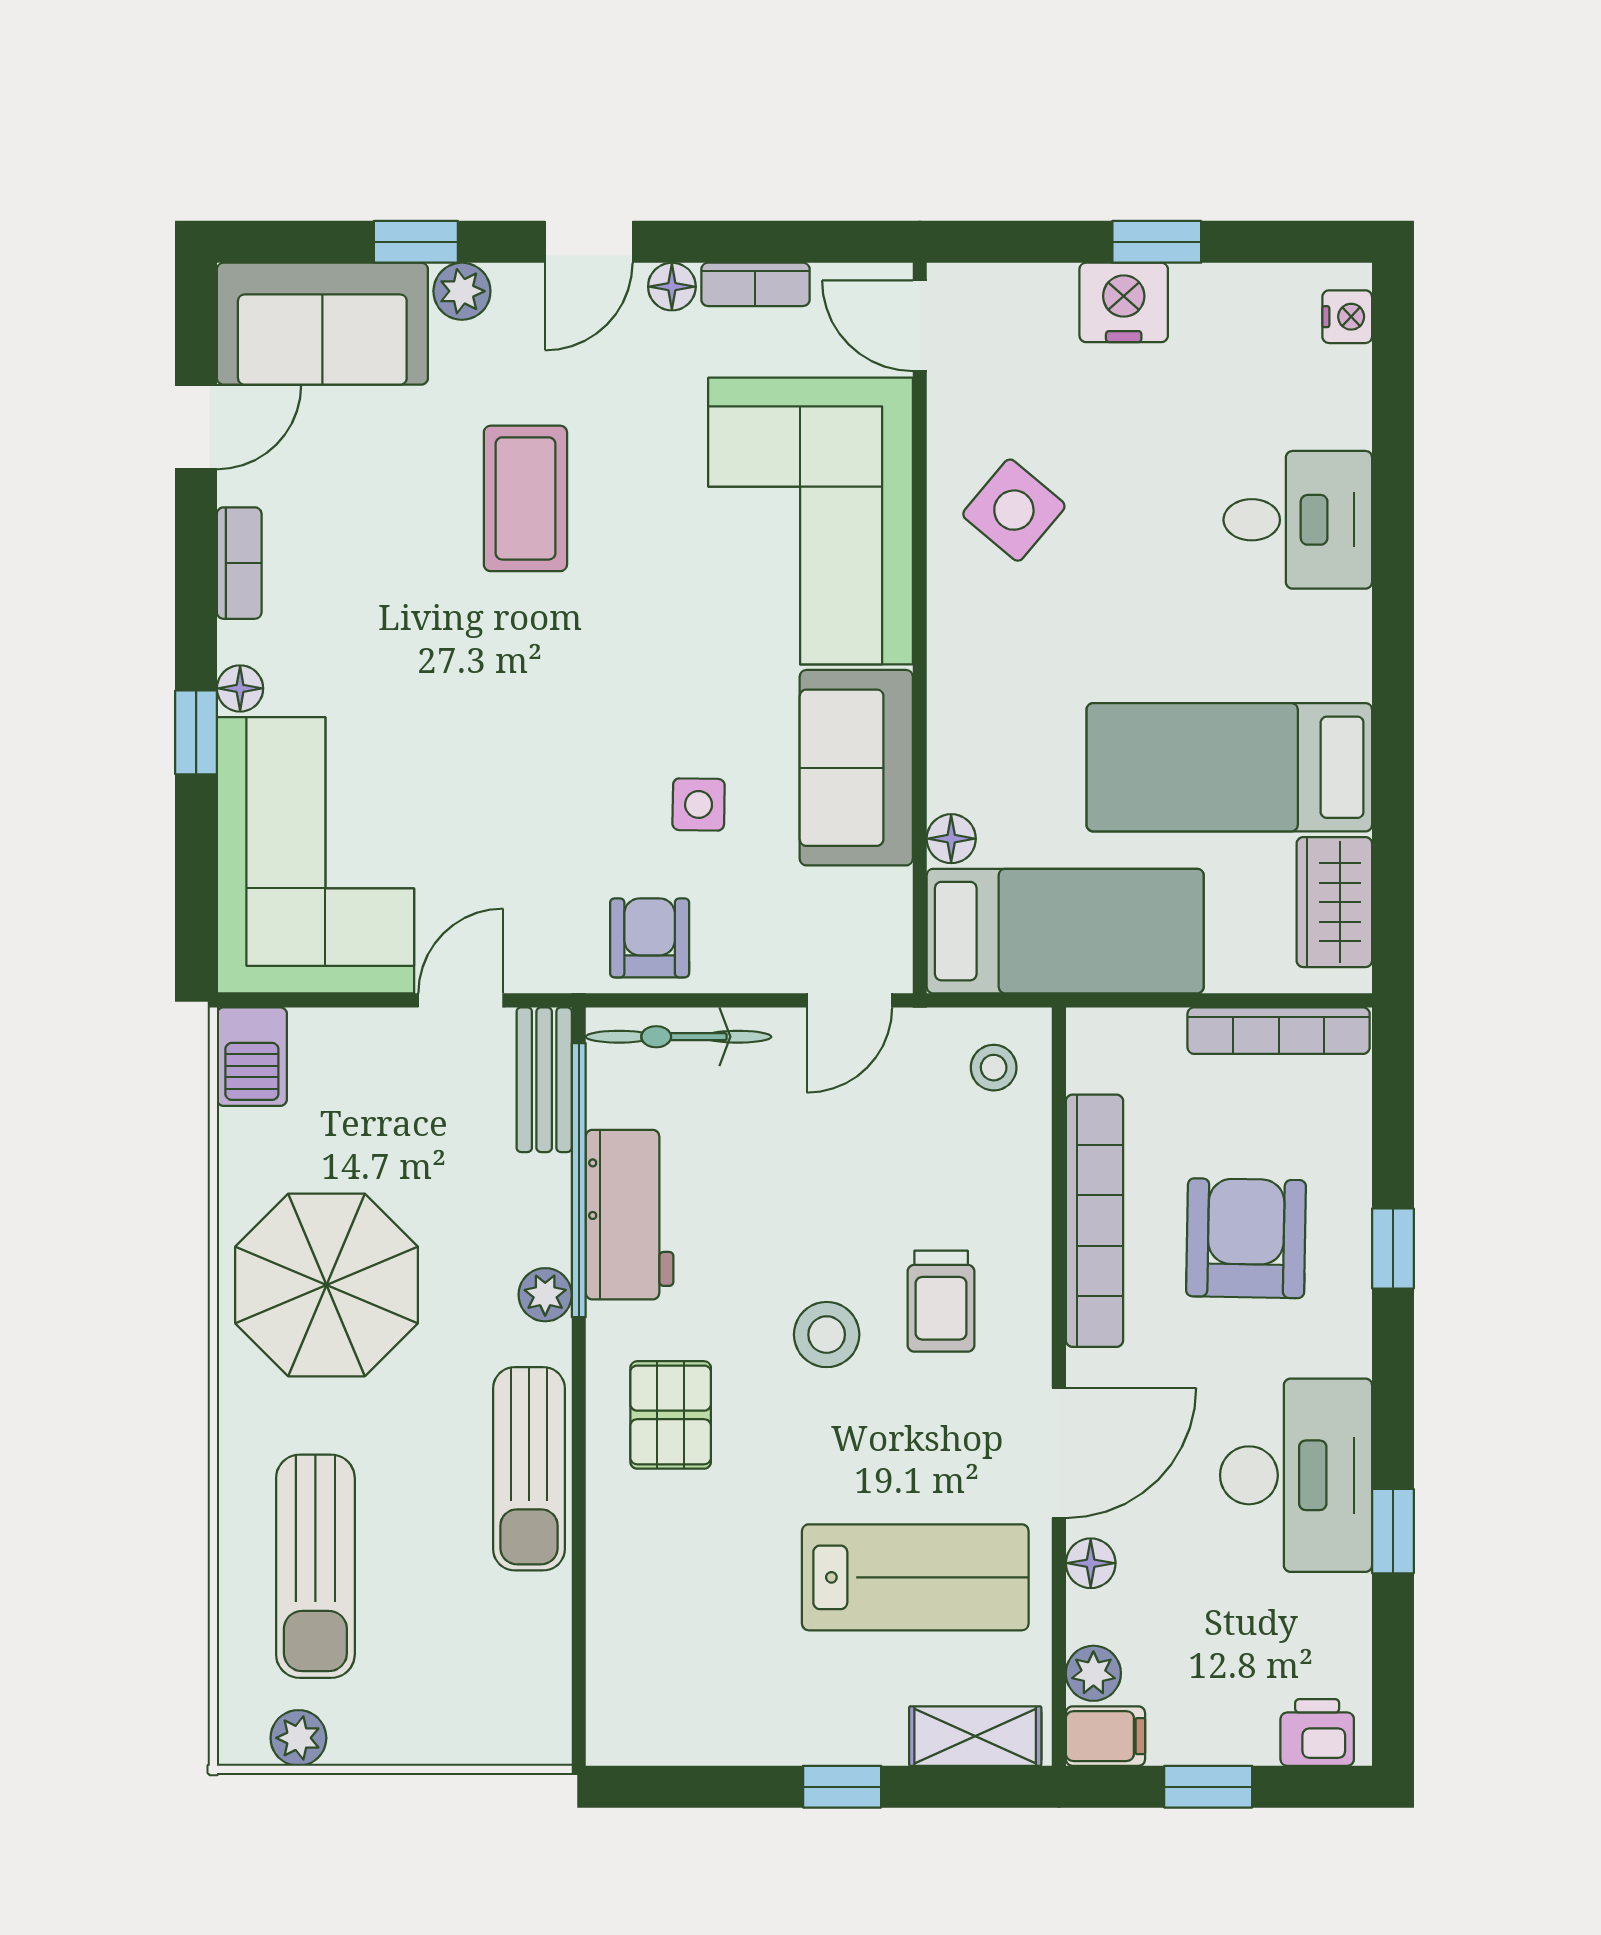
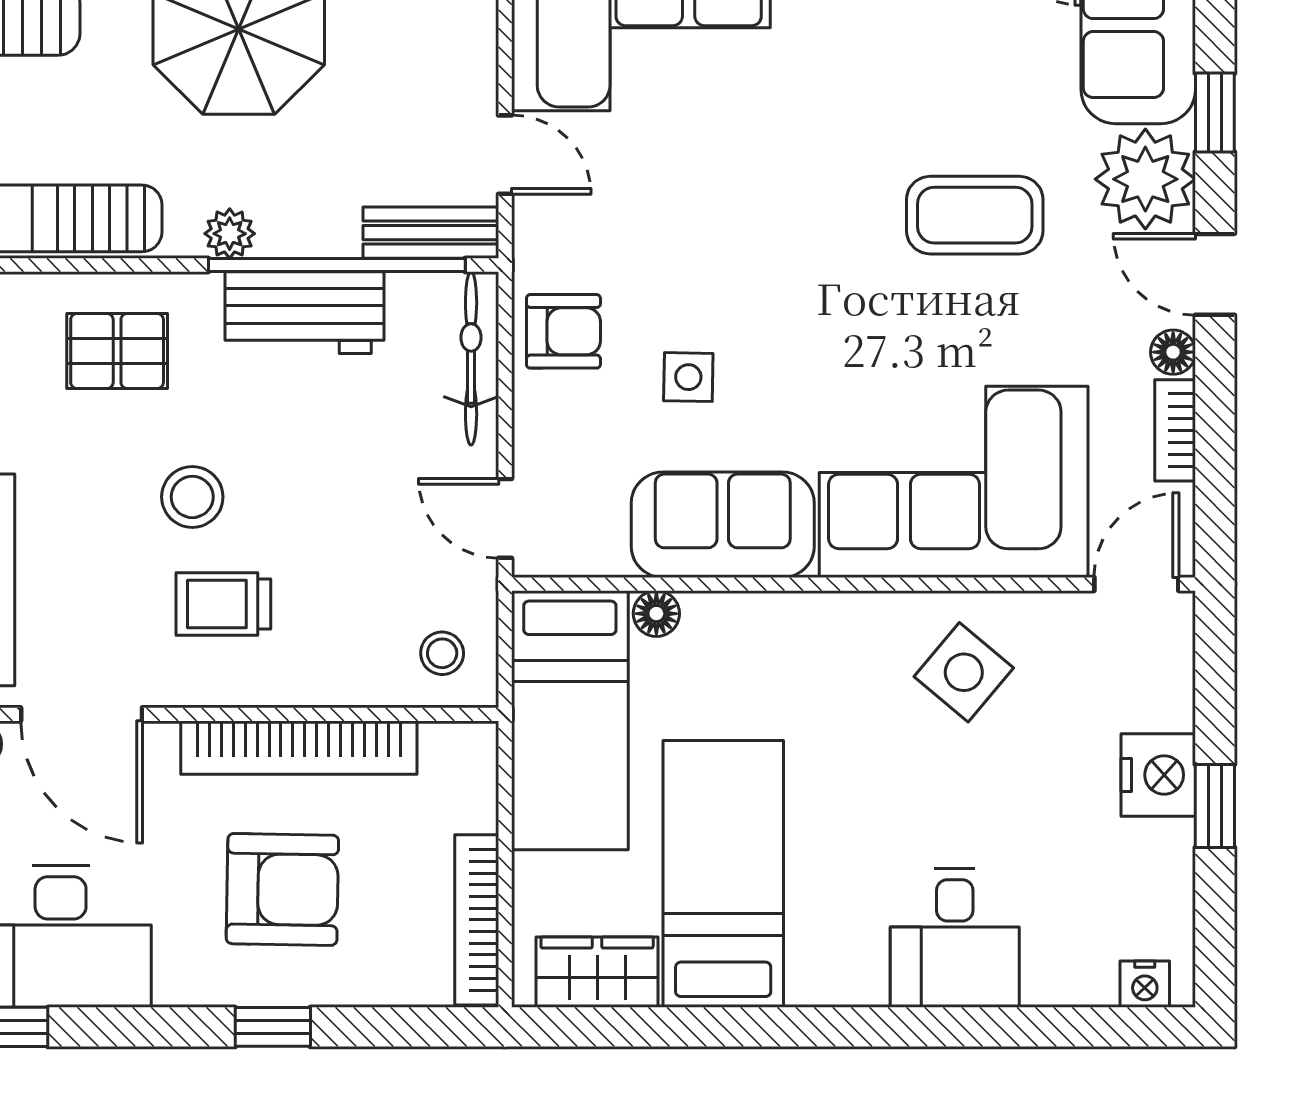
plant: (462, 291) -> (1145, 179), width x1.88, depth x1.88

